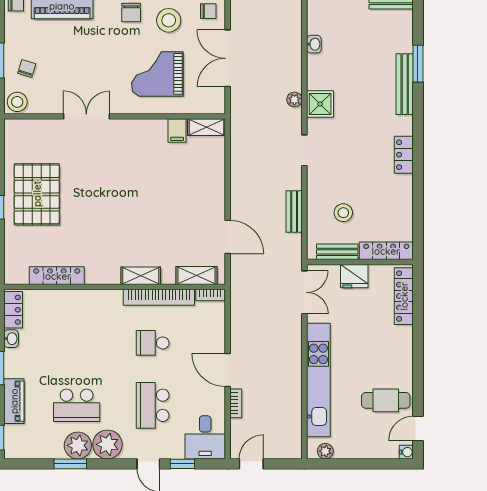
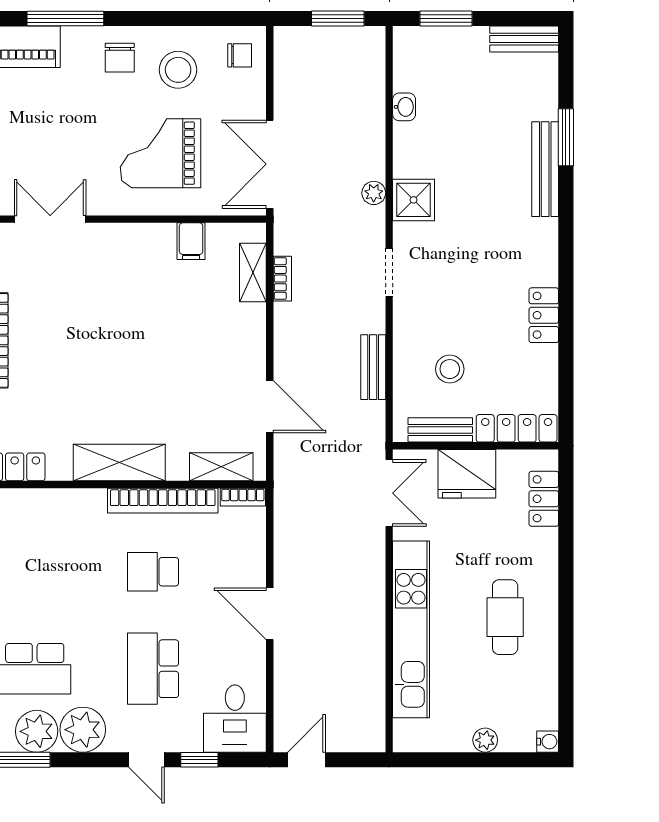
double door: (228, 58) -> (270, 164), moved
shelving: (206, 127) -> (253, 272), moved, turned 90
locker: (404, 155) -> (544, 315), moved
shelving: (141, 276) -> (119, 463), width x1.50, depth x1.33
fridge: (354, 276) -> (467, 474), width x1.36, depth x1.34
locker: (404, 296) -> (544, 499), width x0.66
cafe table: (386, 400) -> (505, 617), moved, turned 90
bookcase: (236, 403) -> (282, 279), moved
door: (418, 429) -> (566, 705), removed
plant: (325, 451) -> (485, 740), moved

